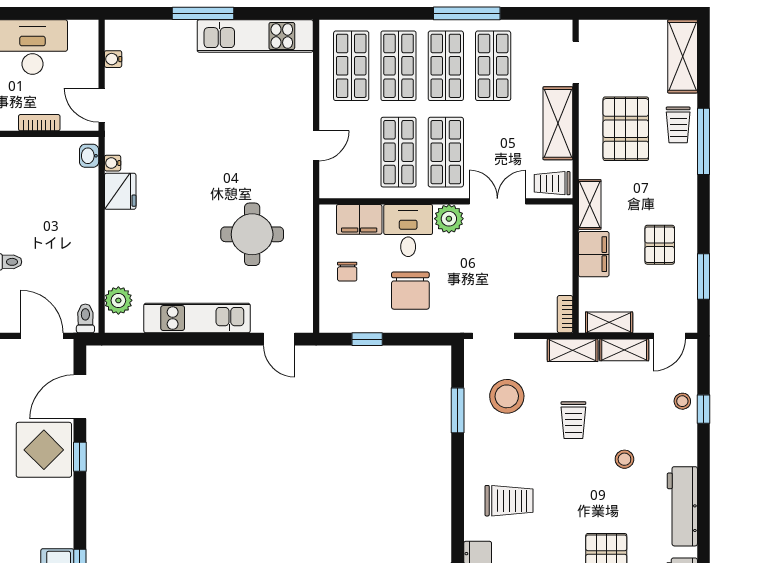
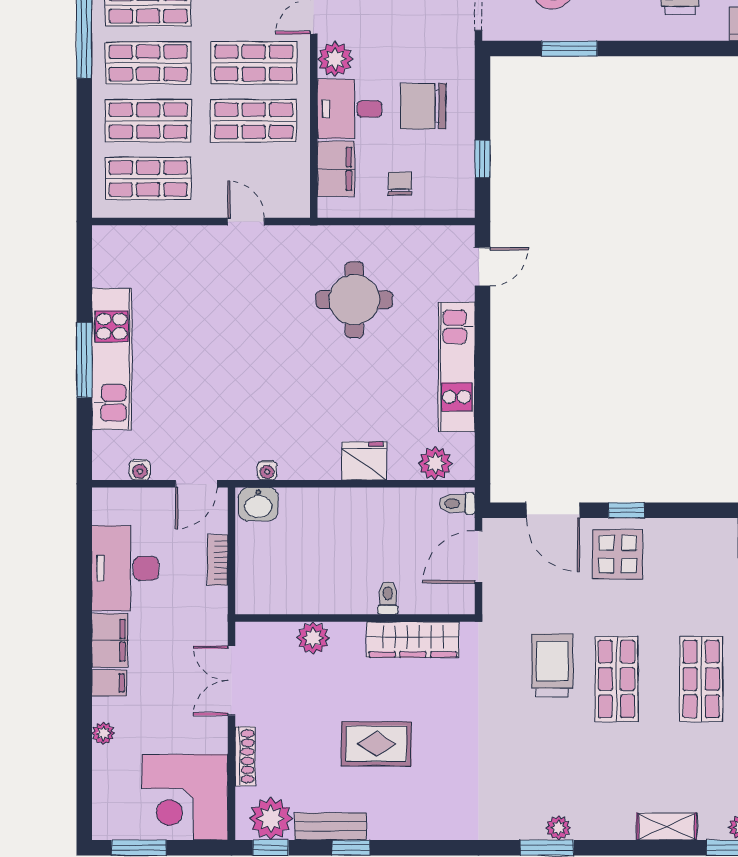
kitchen unit: (255, 36) -> (112, 359), moved
washbasin: (89, 156) -> (258, 504), width x1.38, depth x1.45
fridge: (120, 191) -> (364, 461), moved
chair: (347, 272) -> (400, 183), turned -90
chair: (410, 291) -> (423, 106), turned 180
display table: (44, 450) -> (618, 554), width x0.73, depth x0.73

